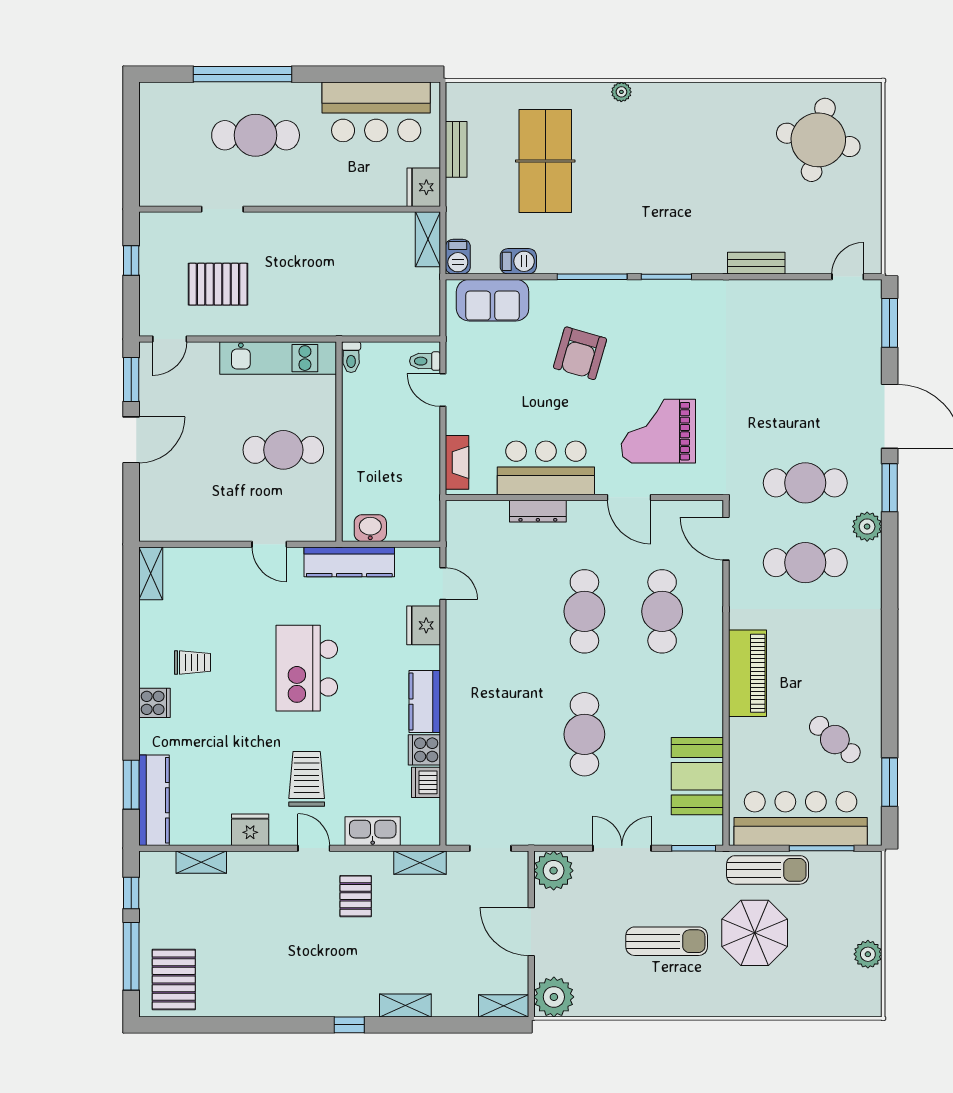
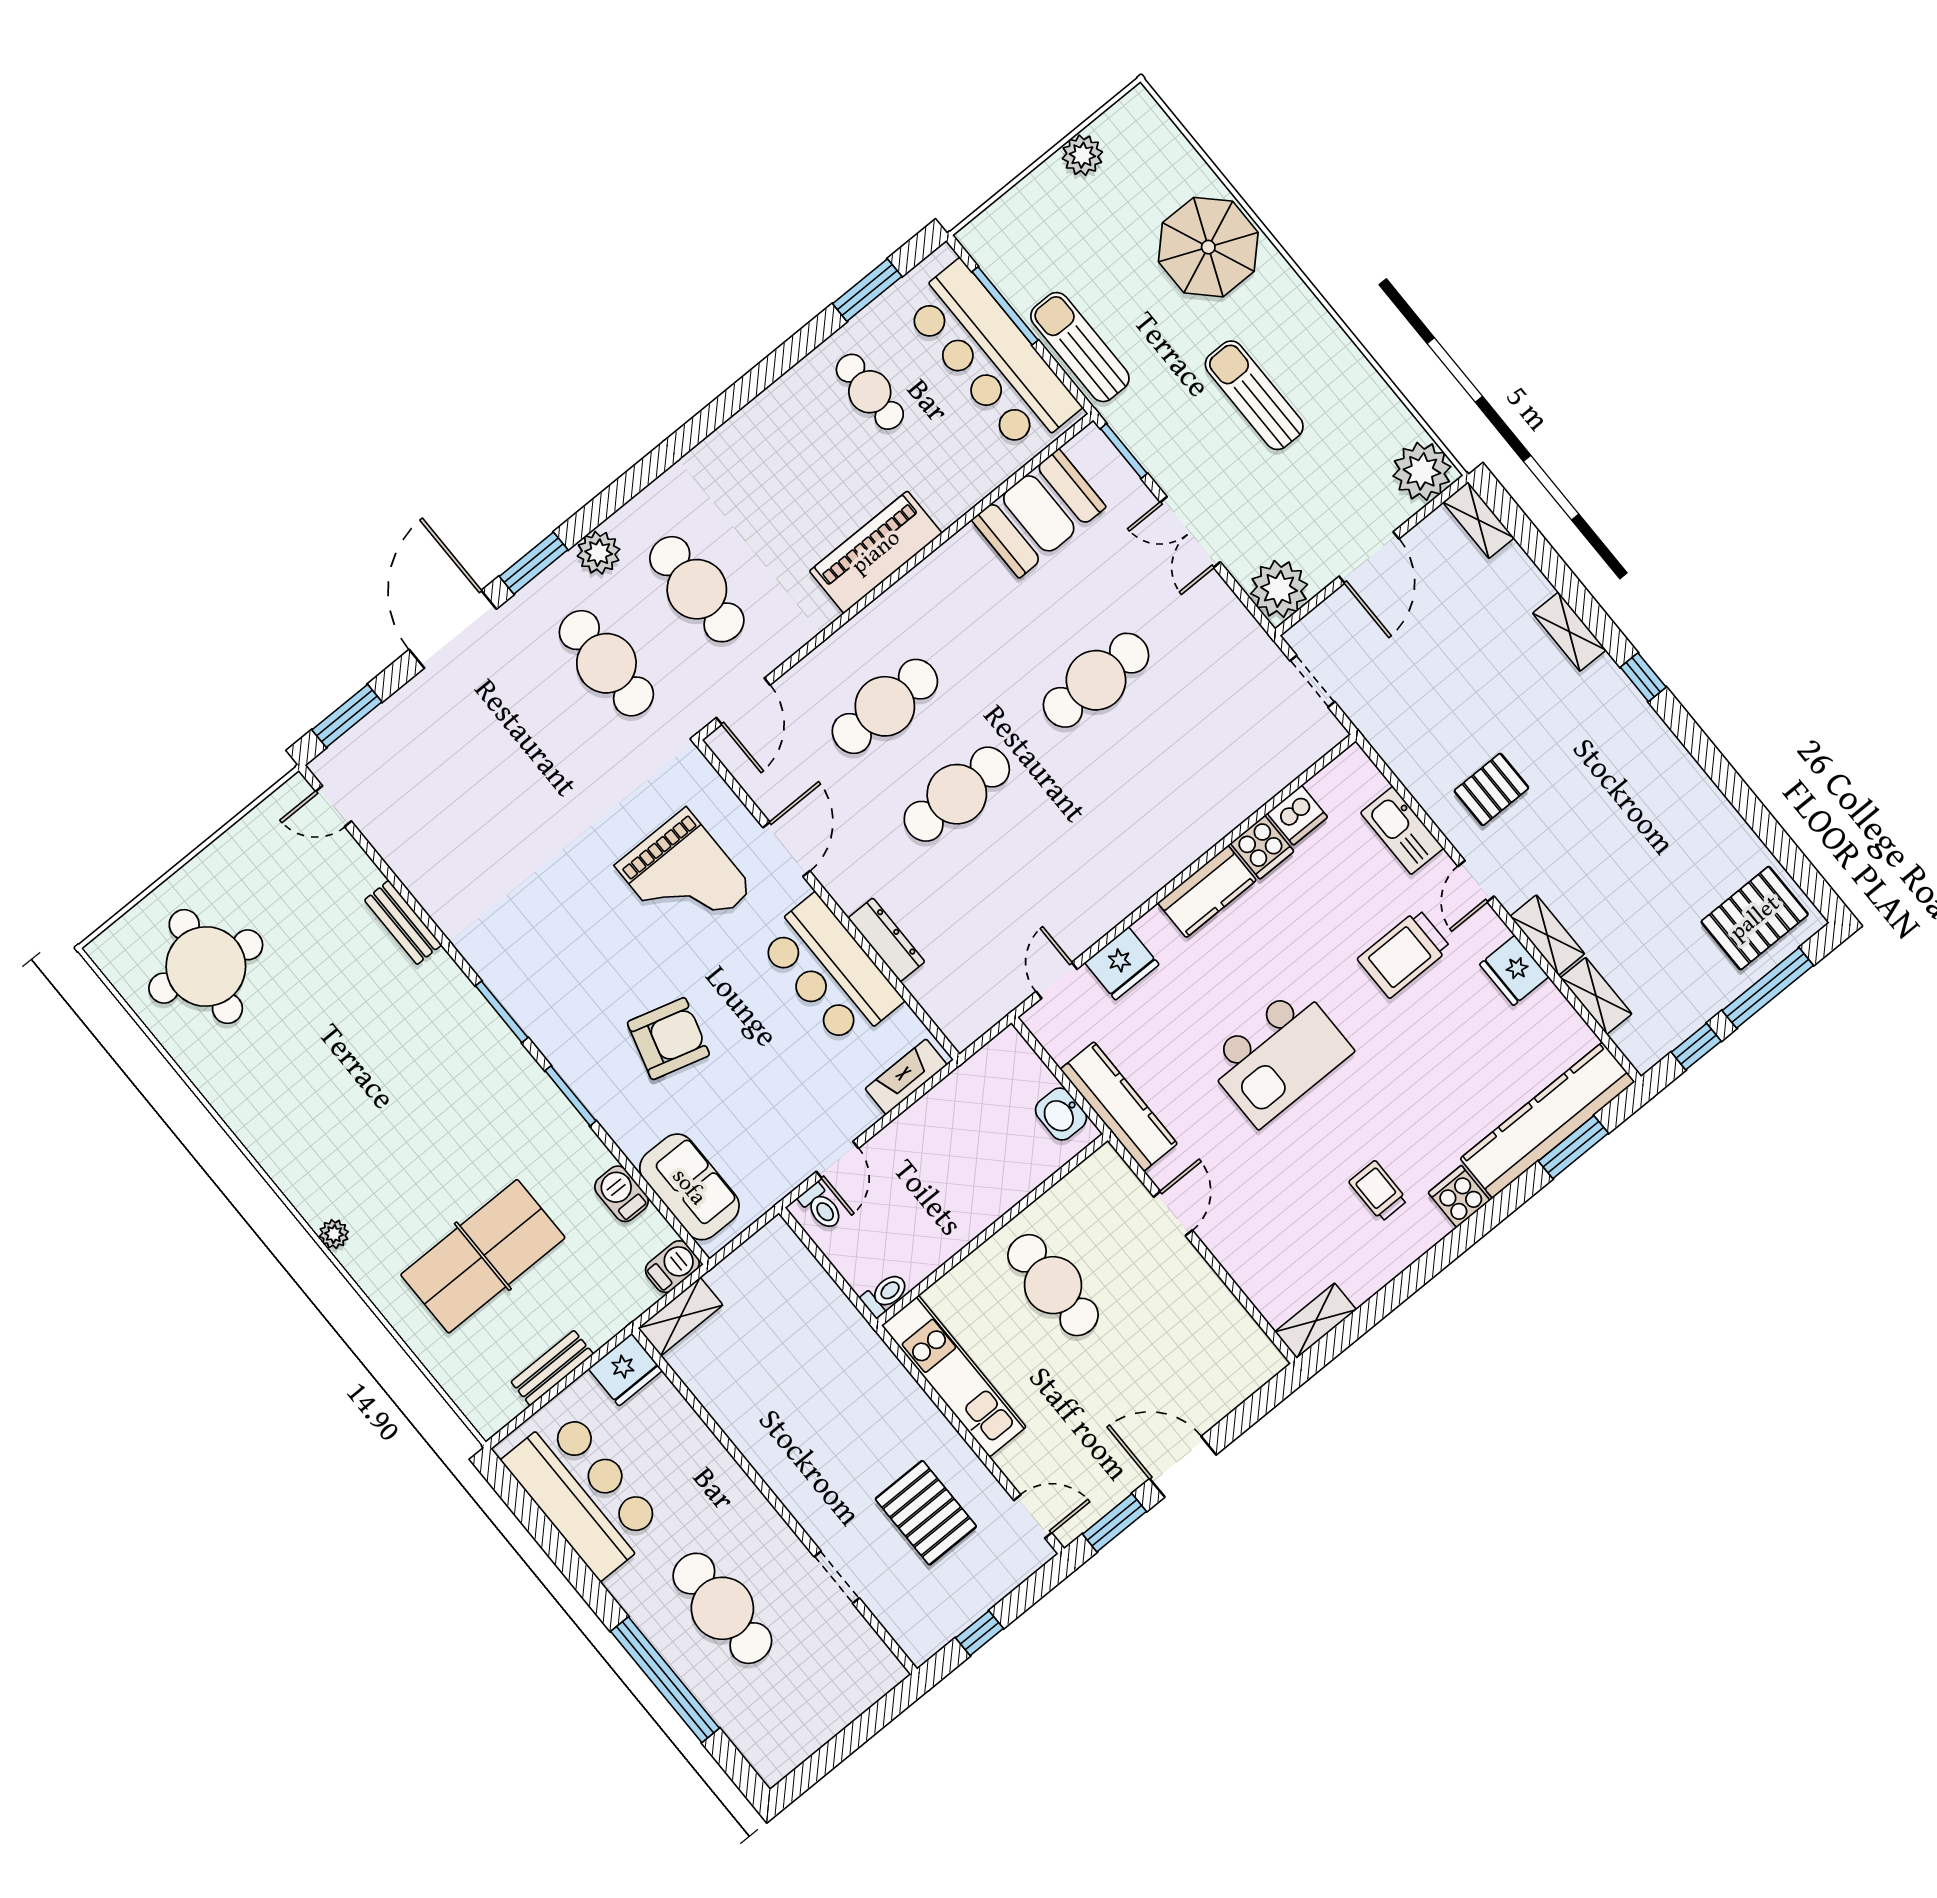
window: (592, 277) -> (570, 1096), width x0.69
cafe table: (835, 740) -> (870, 392), turned -41
kitchen counter: (154, 800) -> (1548, 1120), width x1.39, depth x1.17
shelving: (420, 863) -> (1547, 935), moved
parasol: (755, 933) -> (1208, 247), moved

